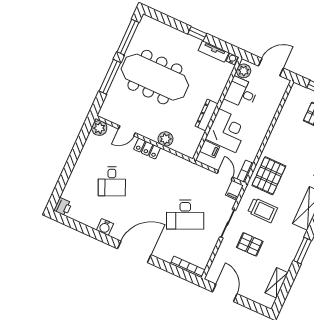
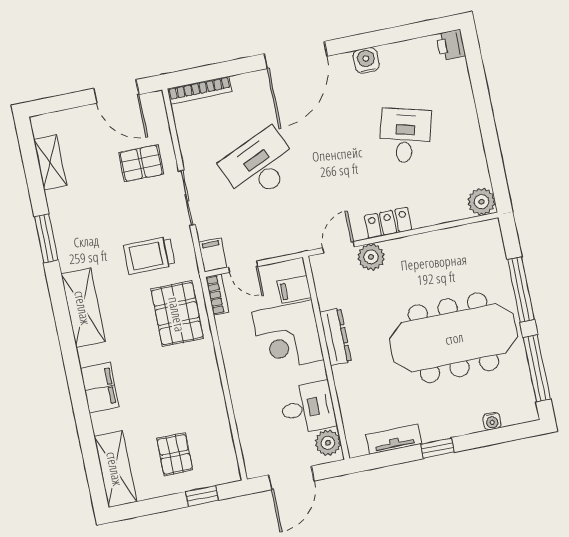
water cooler: (232, 59) -> (492, 421), moved
door: (127, 131) -> (338, 247), moved
desk: (112, 181) -> (405, 136), turned 39
pallet: (250, 244) -> (141, 163), moved

